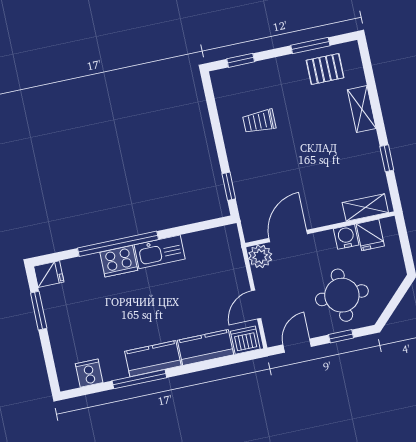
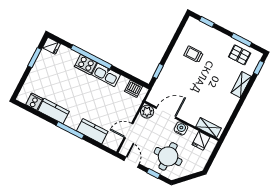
window: (387, 158) -> (259, 68), moved
water cooler: (346, 237) -> (181, 128), moved
dishwasher: (245, 340) -> (133, 89), moved, turned 180
door: (297, 346) -> (132, 162), hinge flipped
kitchen counter: (153, 359) -> (54, 111), moved
window: (139, 379) -> (70, 130), moved

